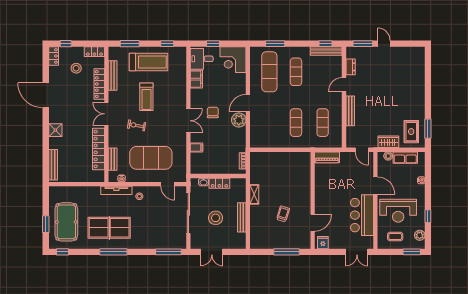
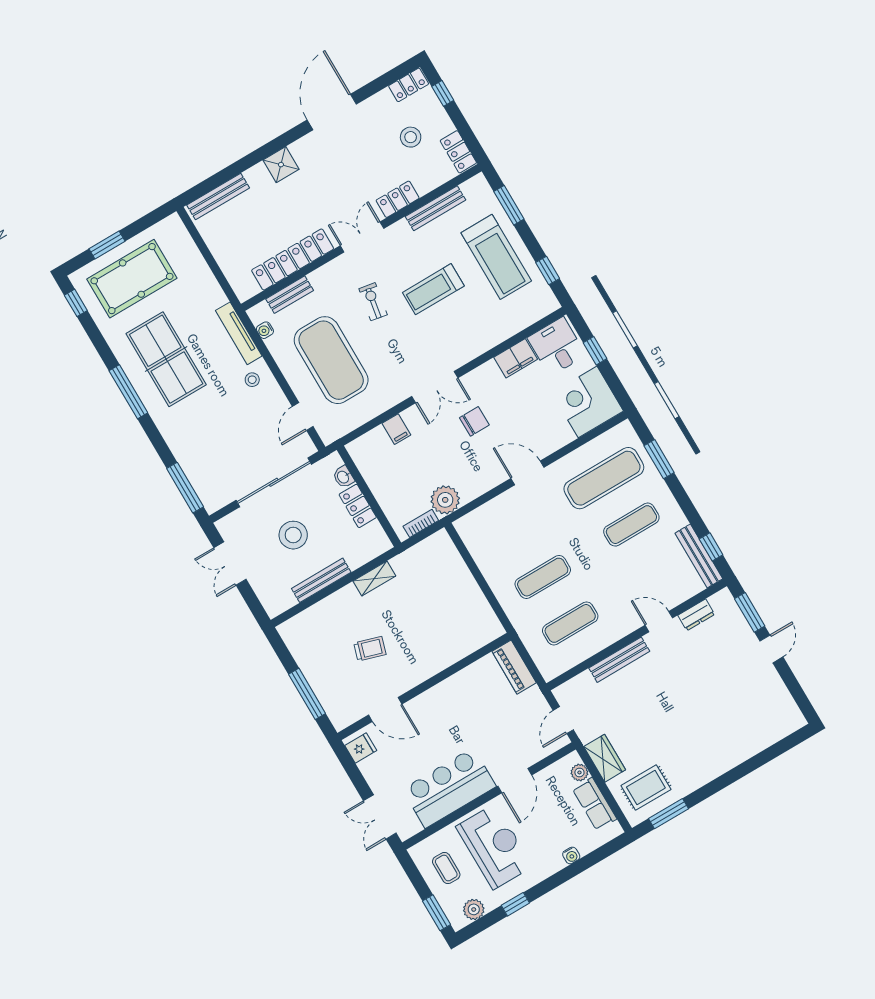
locker: (99, 84) -> (398, 199), width x0.66
plant: (239, 120) -> (445, 500), moved
reception desk: (398, 211) -> (494, 847), turned 180

